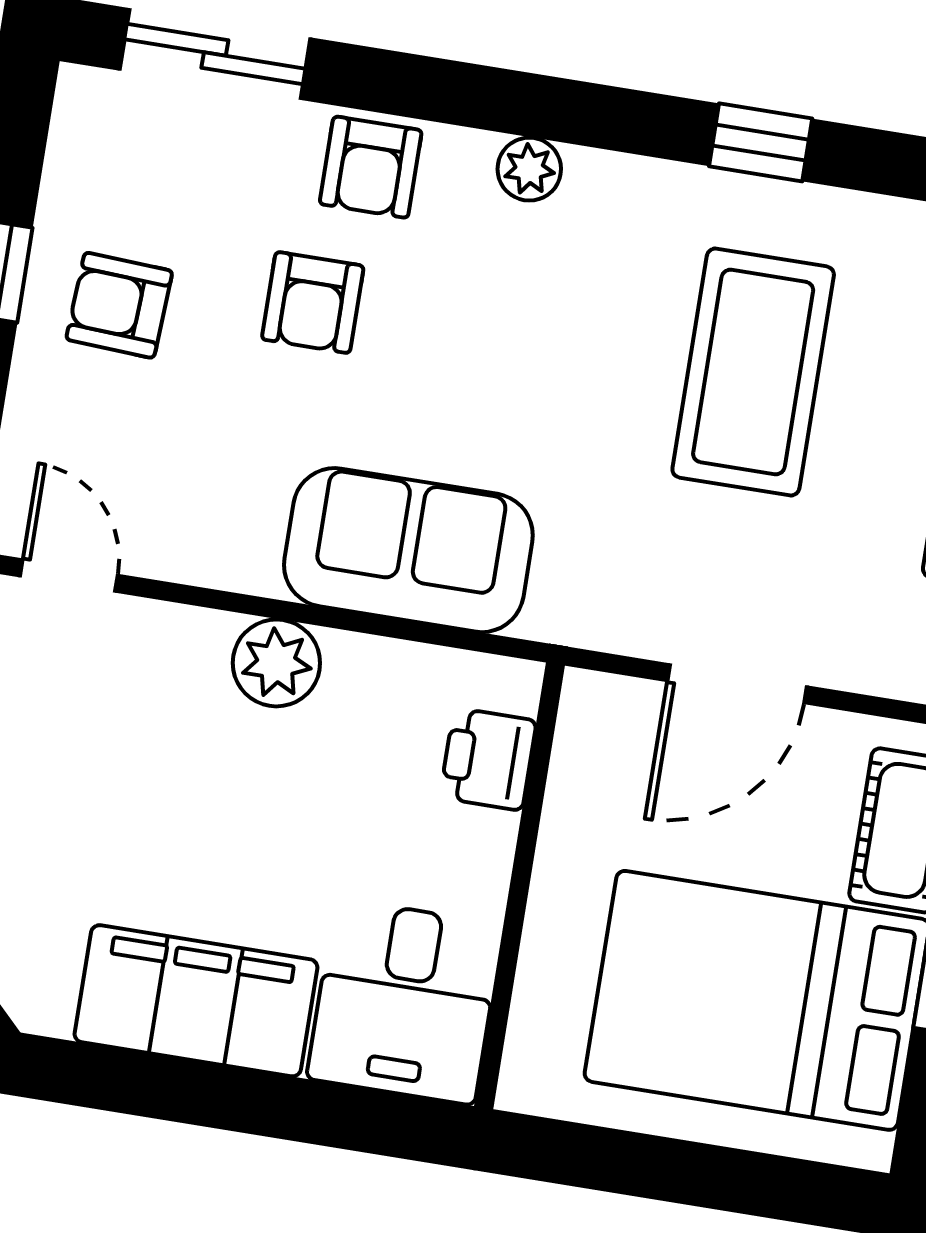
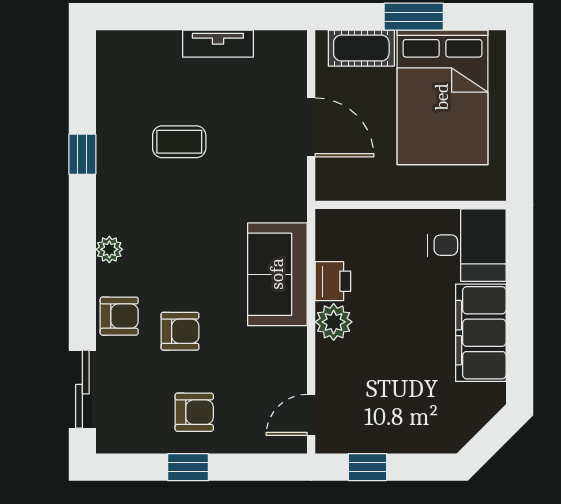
armchair: (119, 305) -> (194, 412), turned -93
coffee table: (753, 372) -> (179, 142), width x0.54, depth x0.58
printer: (488, 759) -> (333, 281), moved, turned -90

